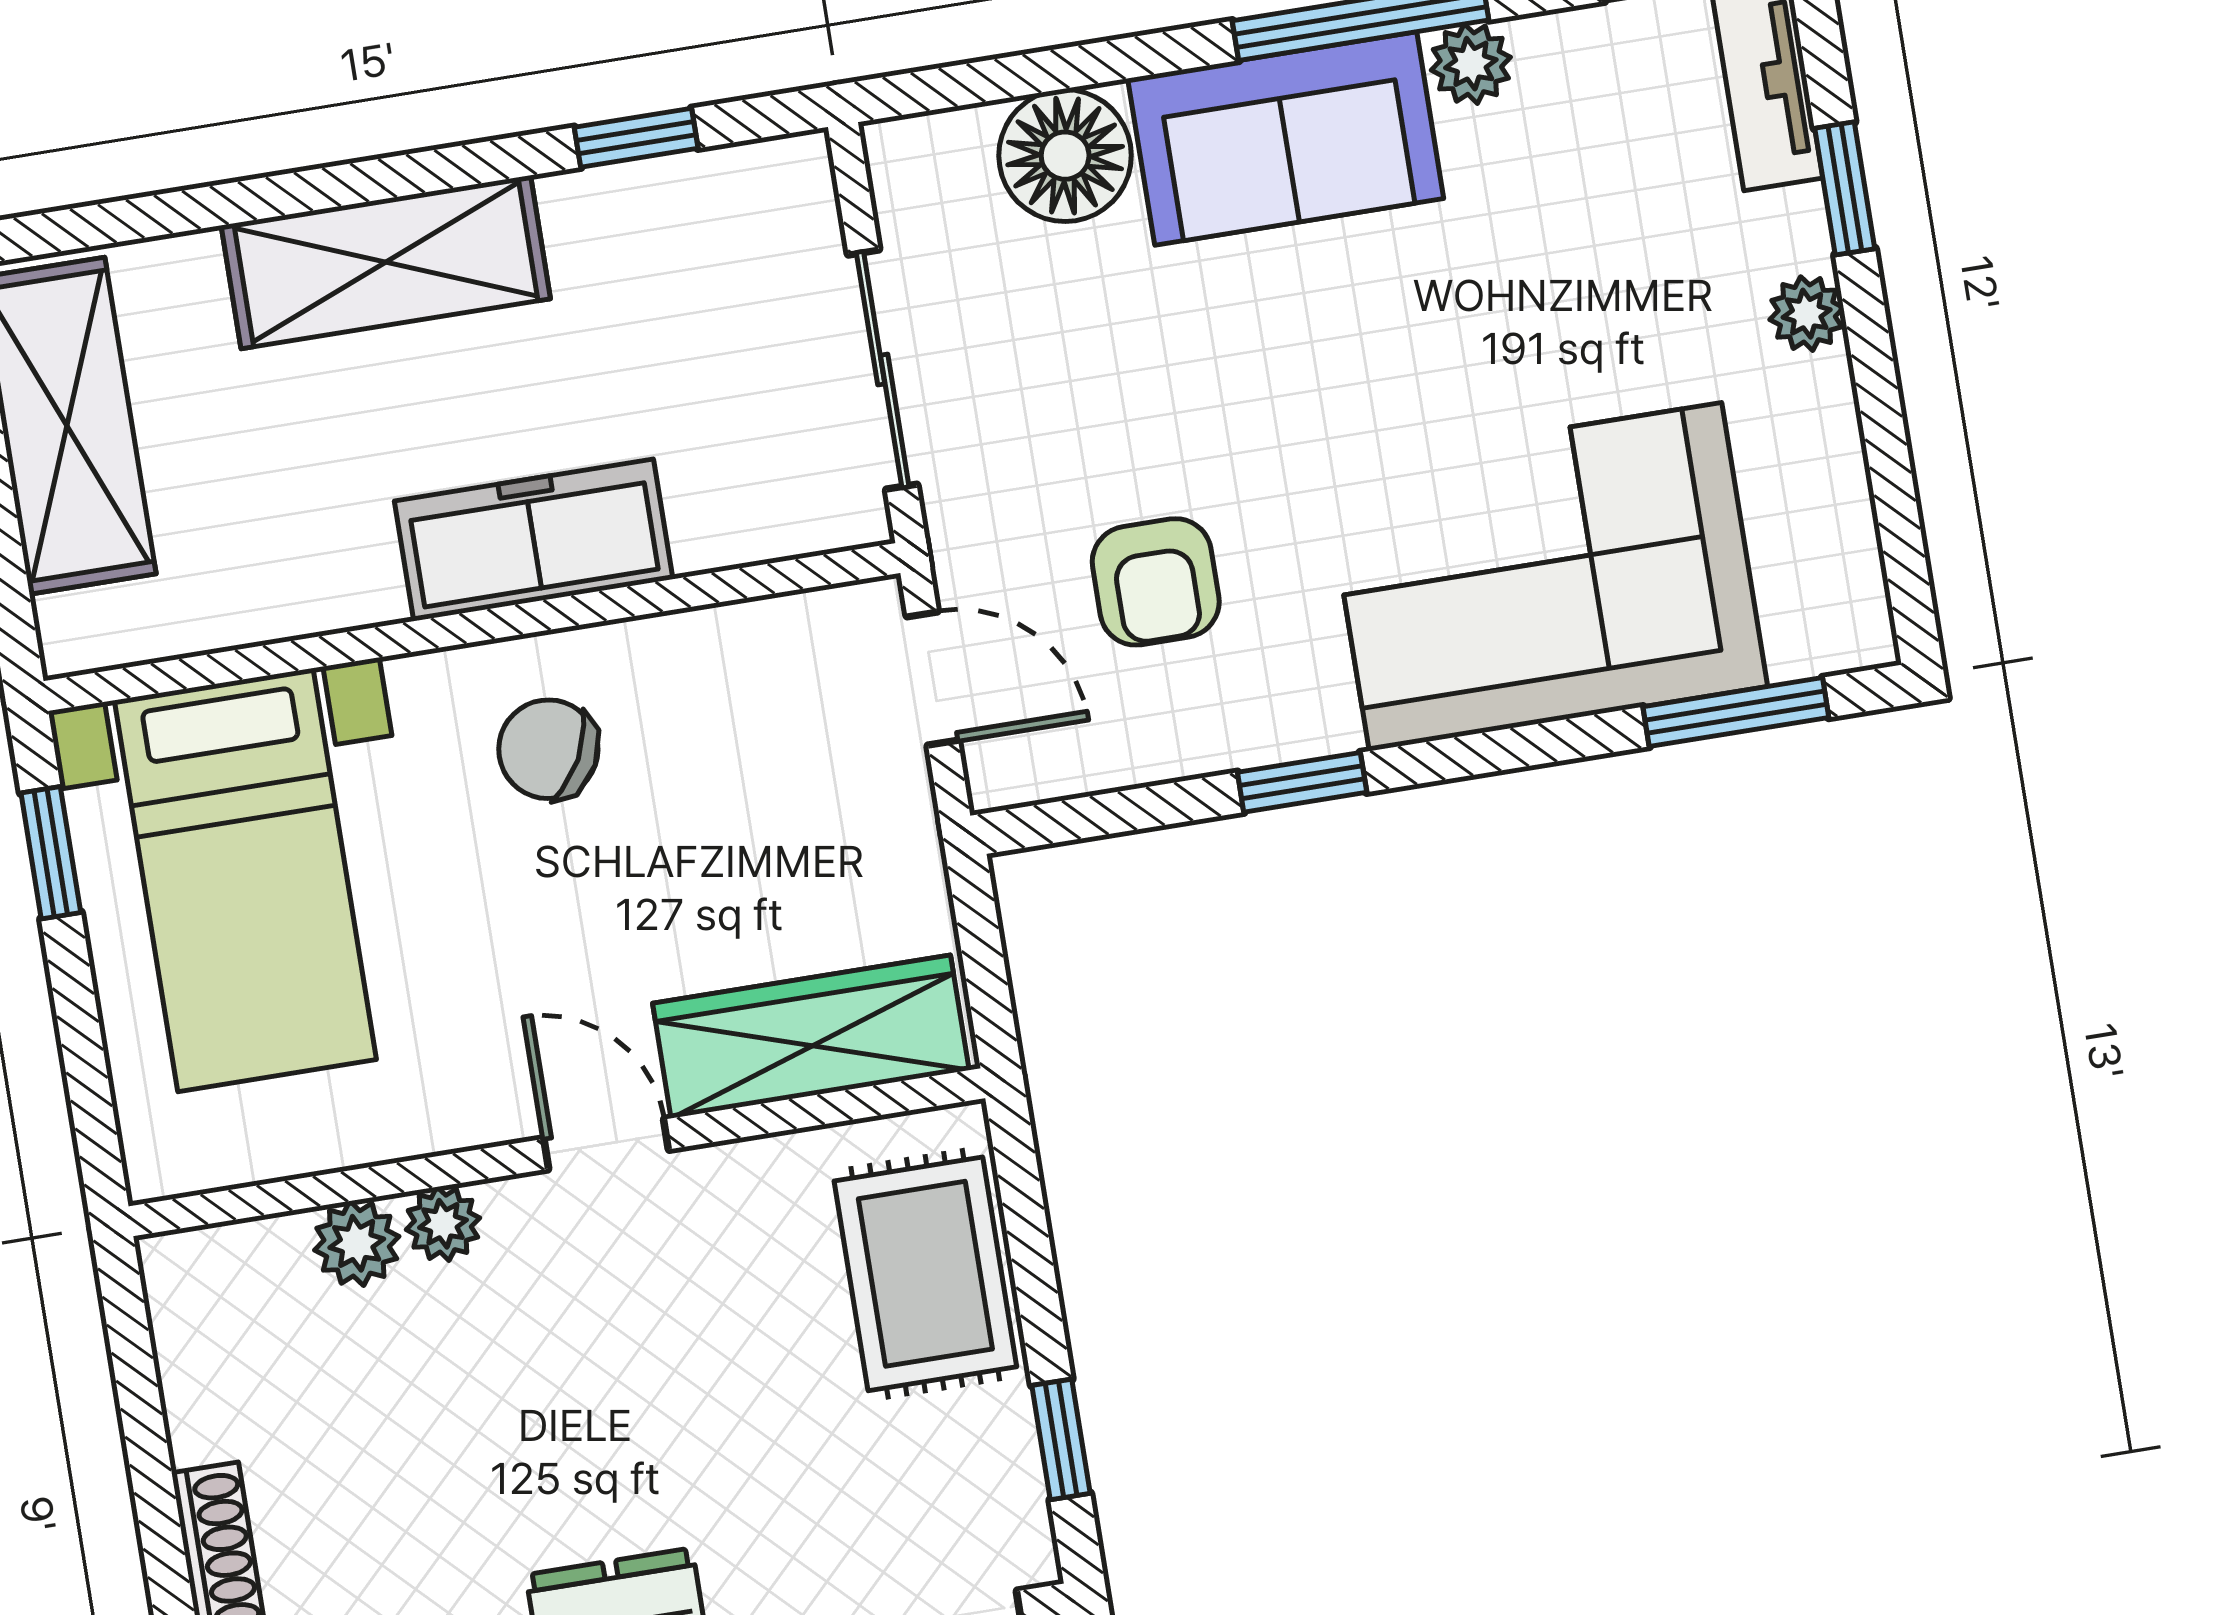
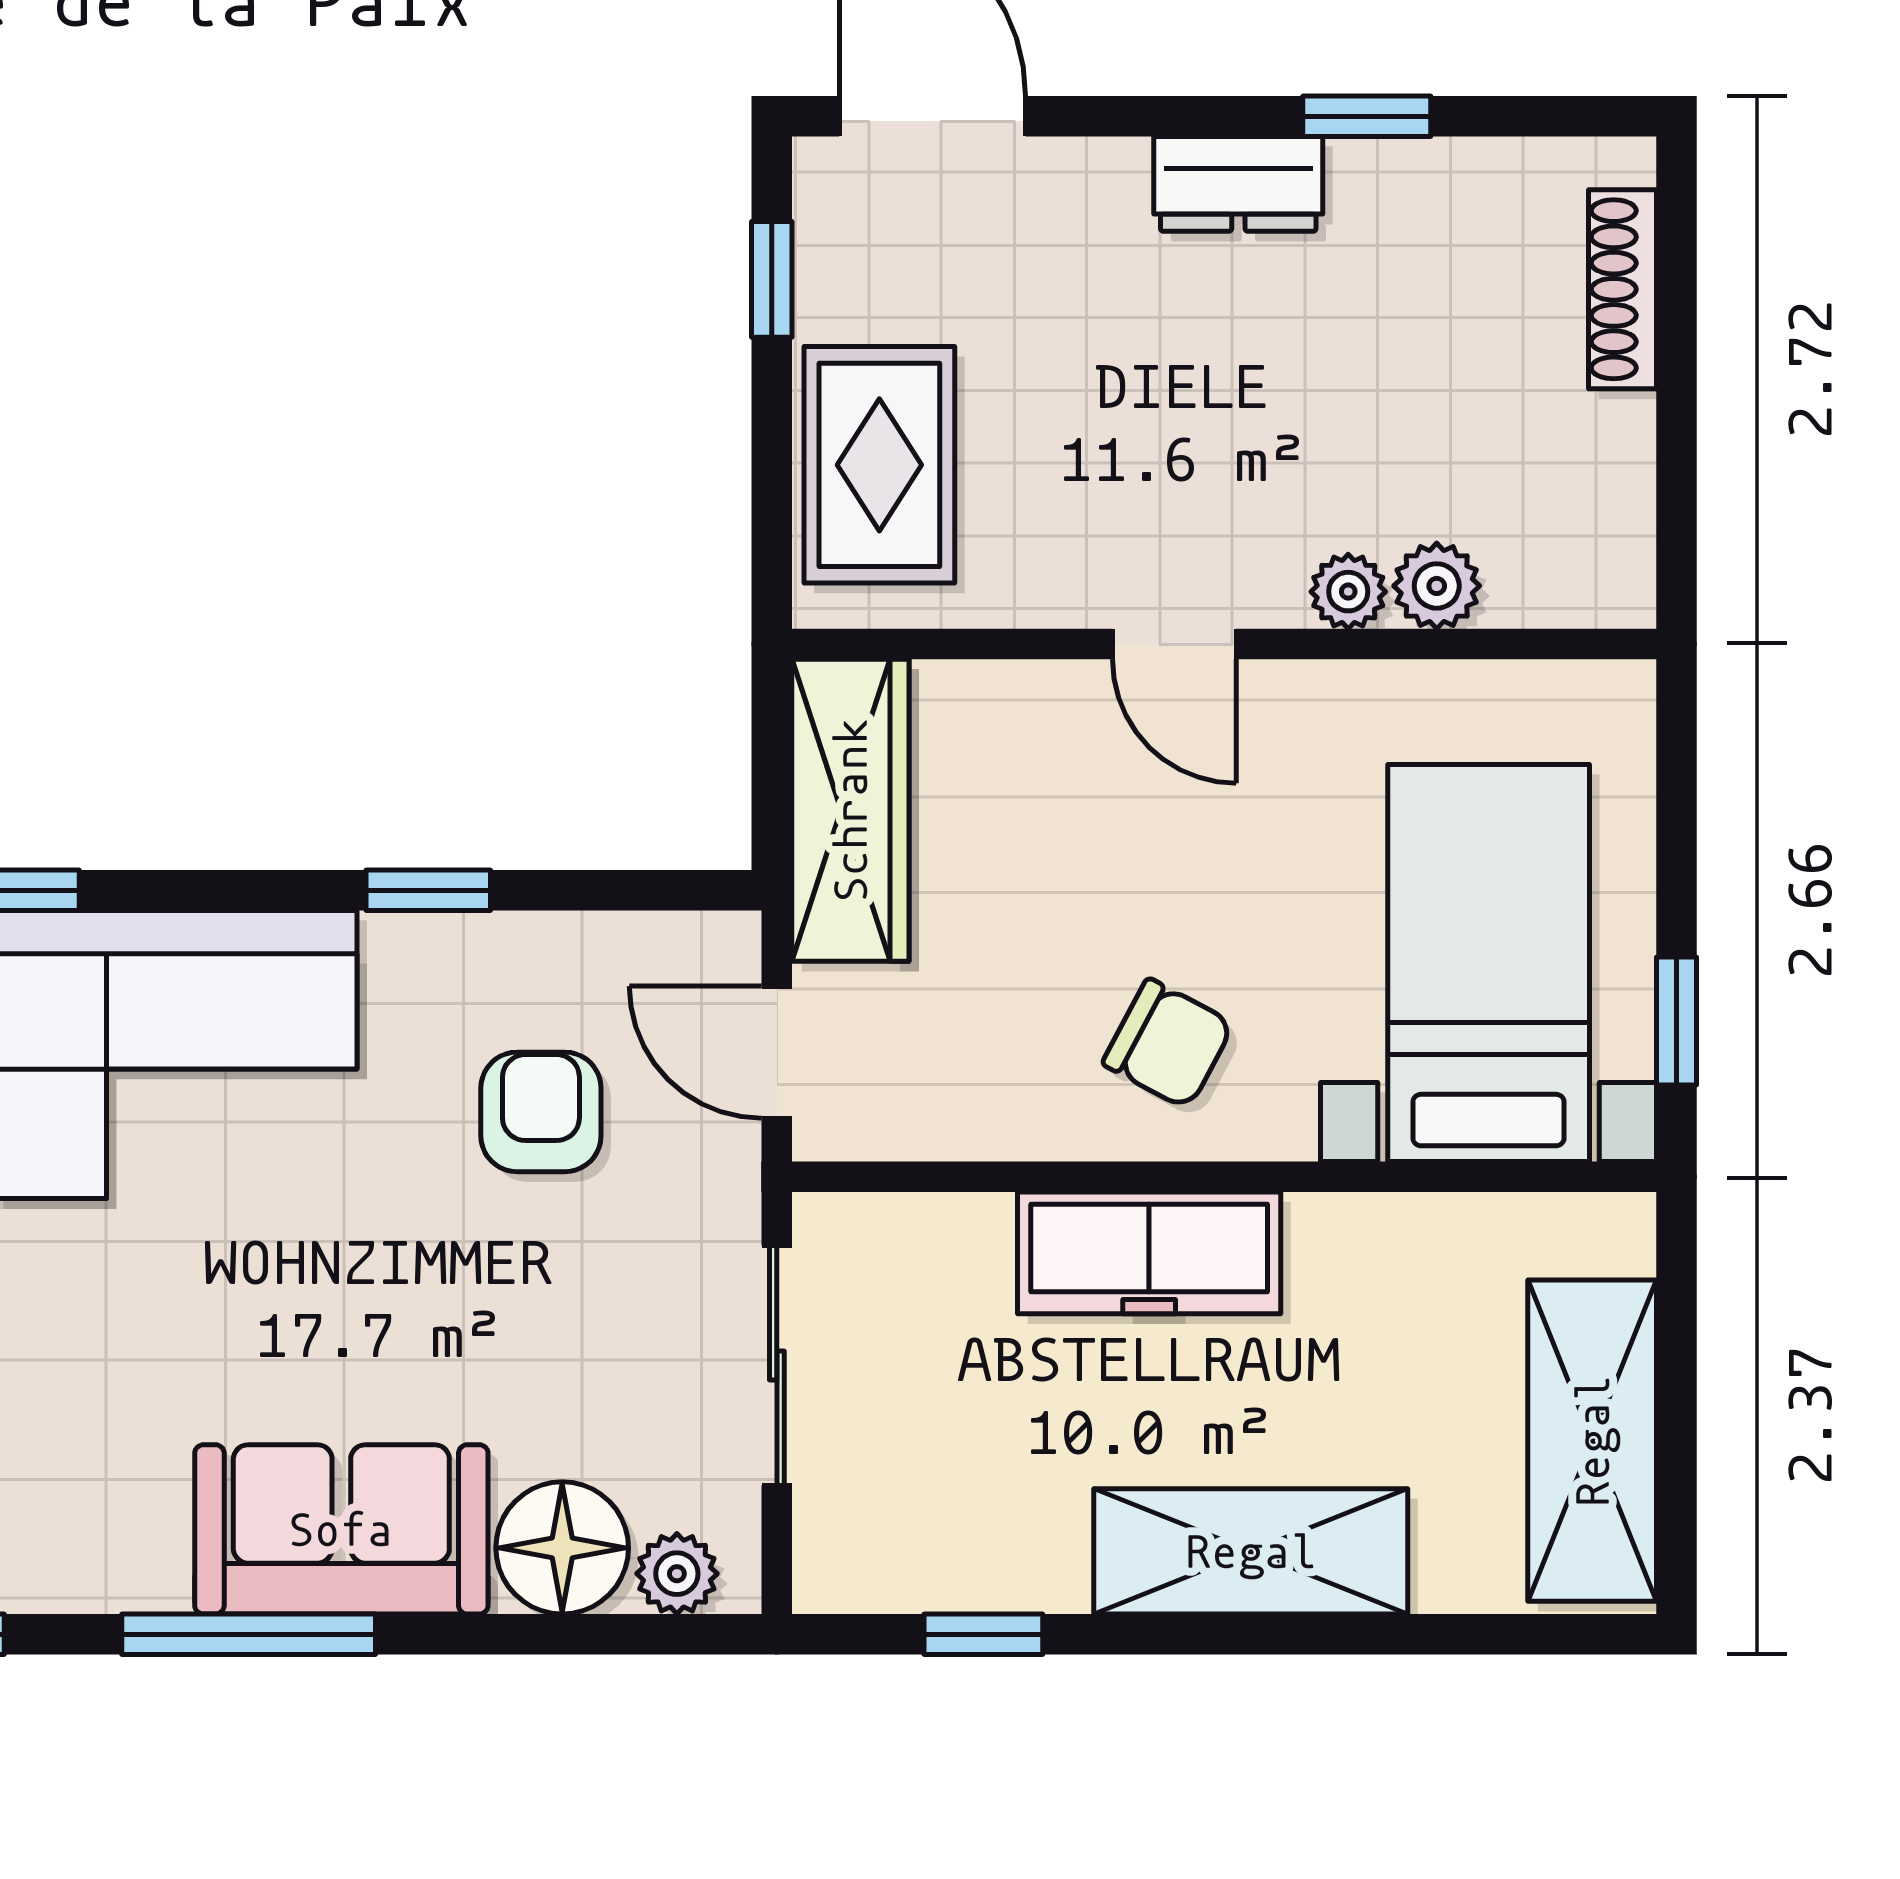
plant: (1471, 64) -> (677, 1574), moved
wardrobe: (811, 1037) -> (850, 810), moved, turned -90

